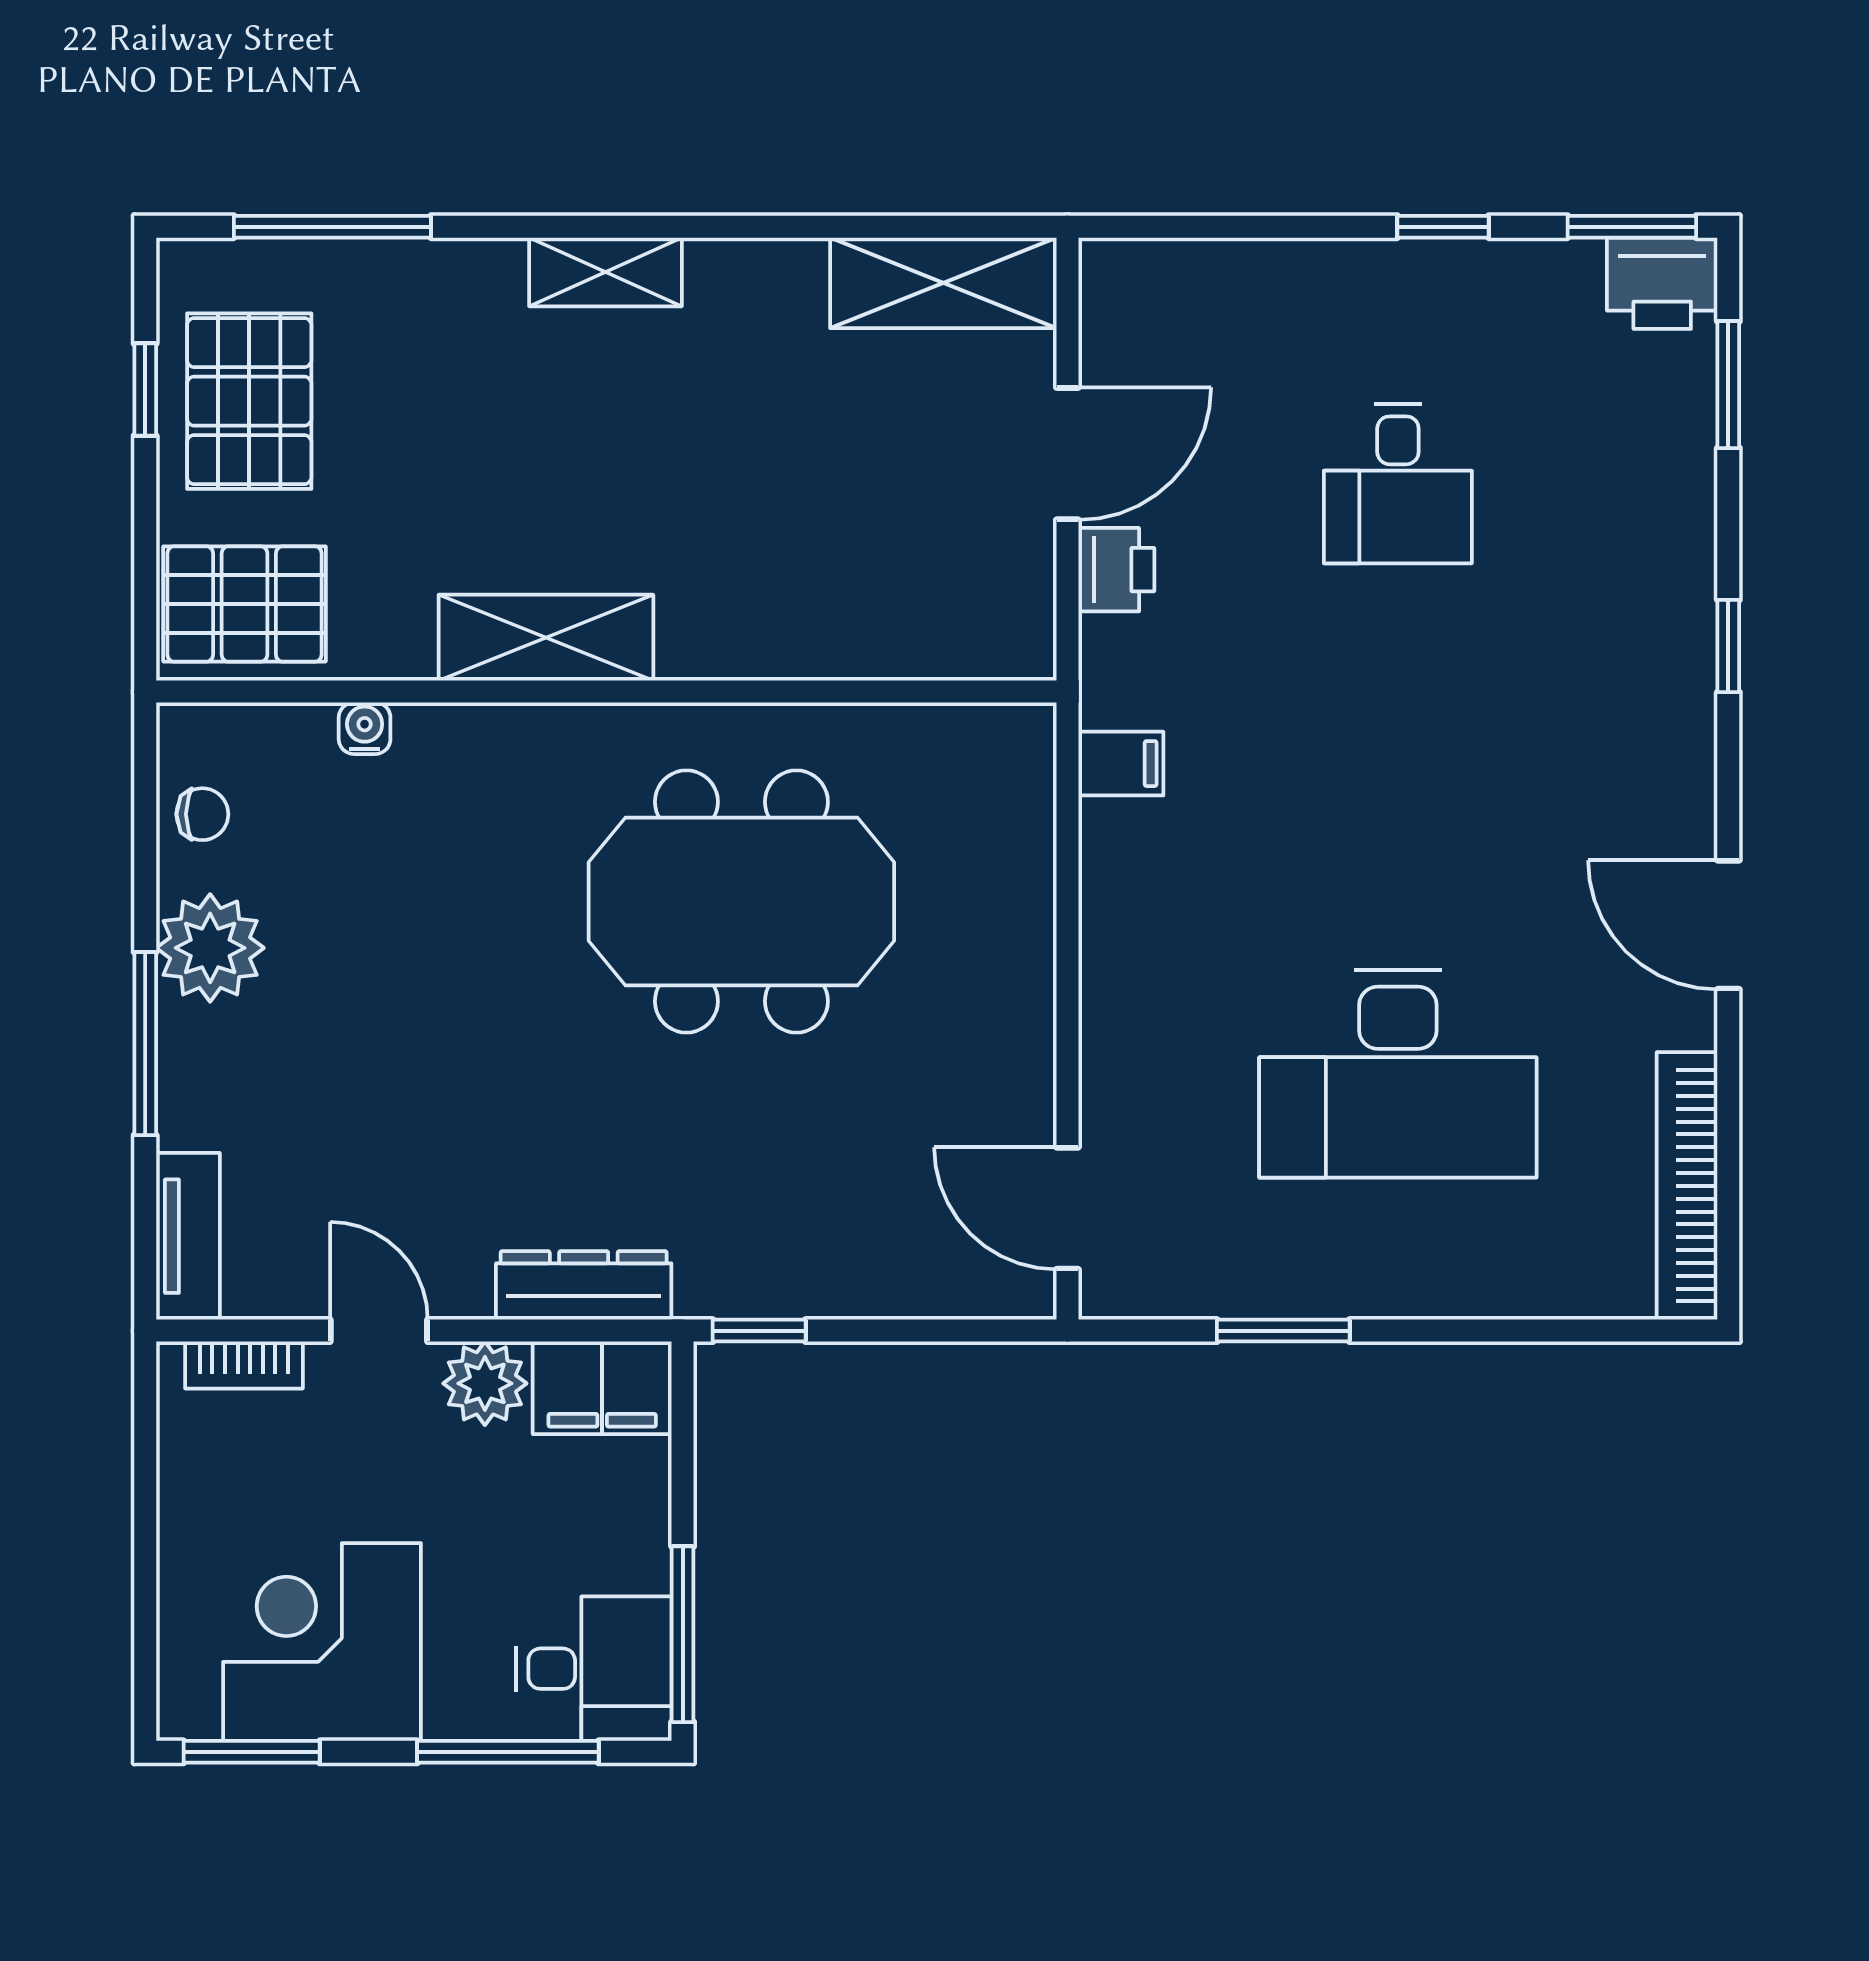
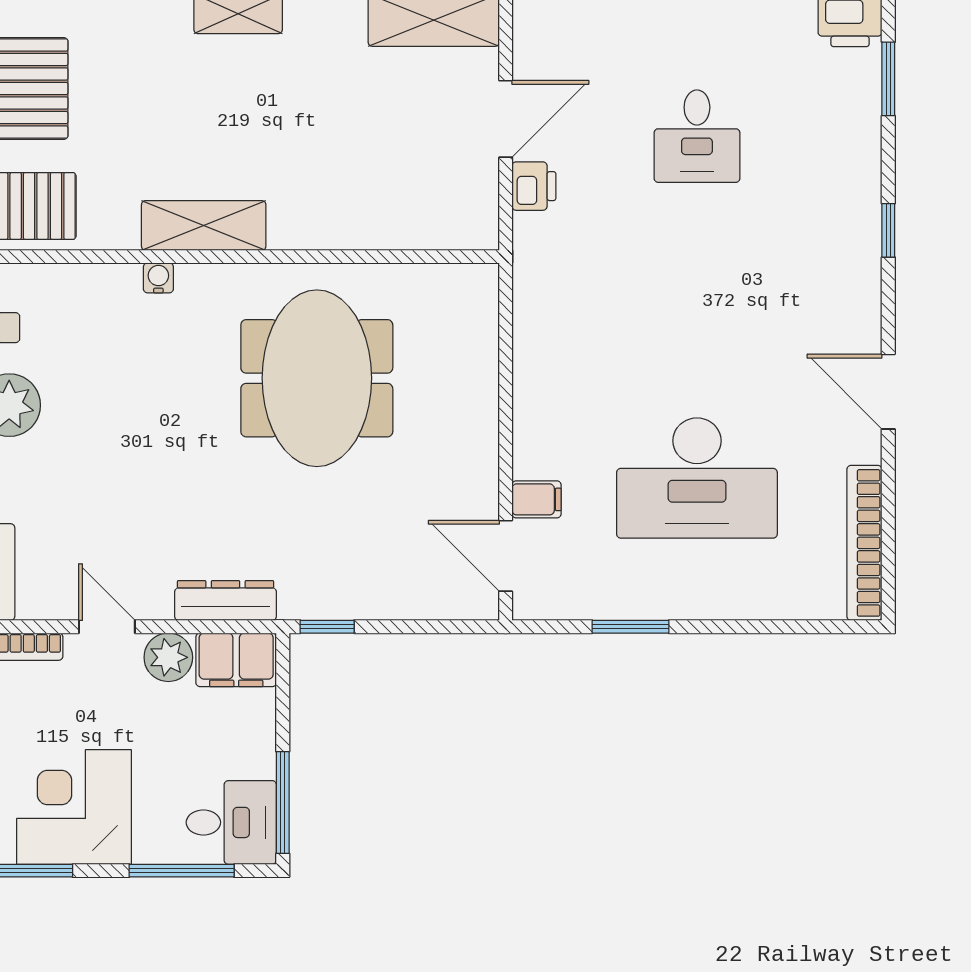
water cooler: (365, 728) -> (158, 278), moved
filing cabinet: (1121, 764) -> (537, 499), moved
meeting table: (741, 902) -> (317, 378), turned 90

